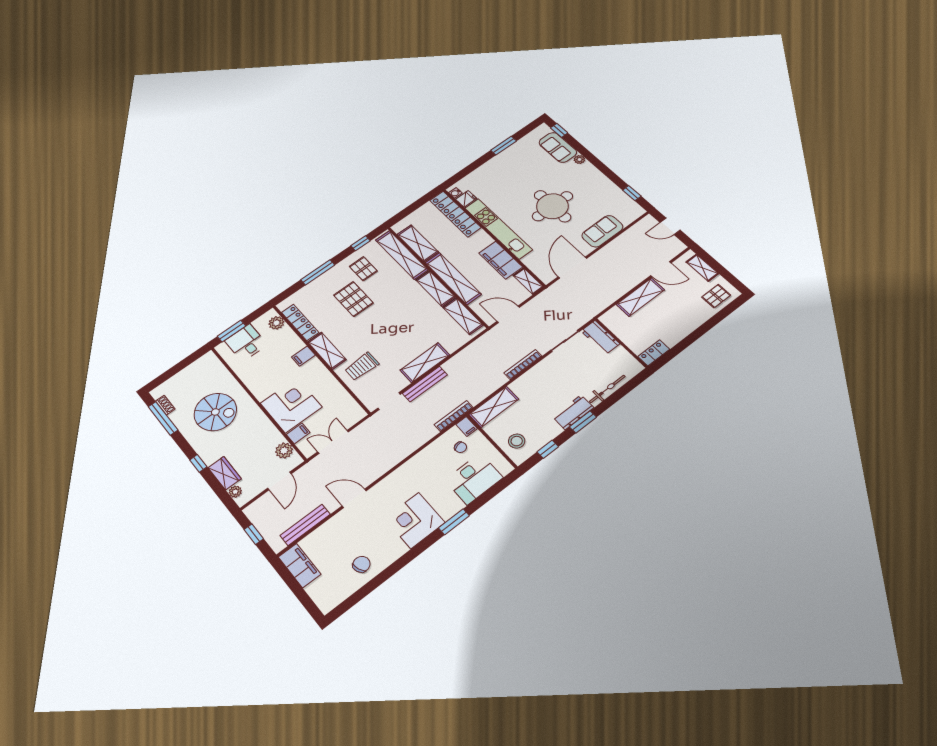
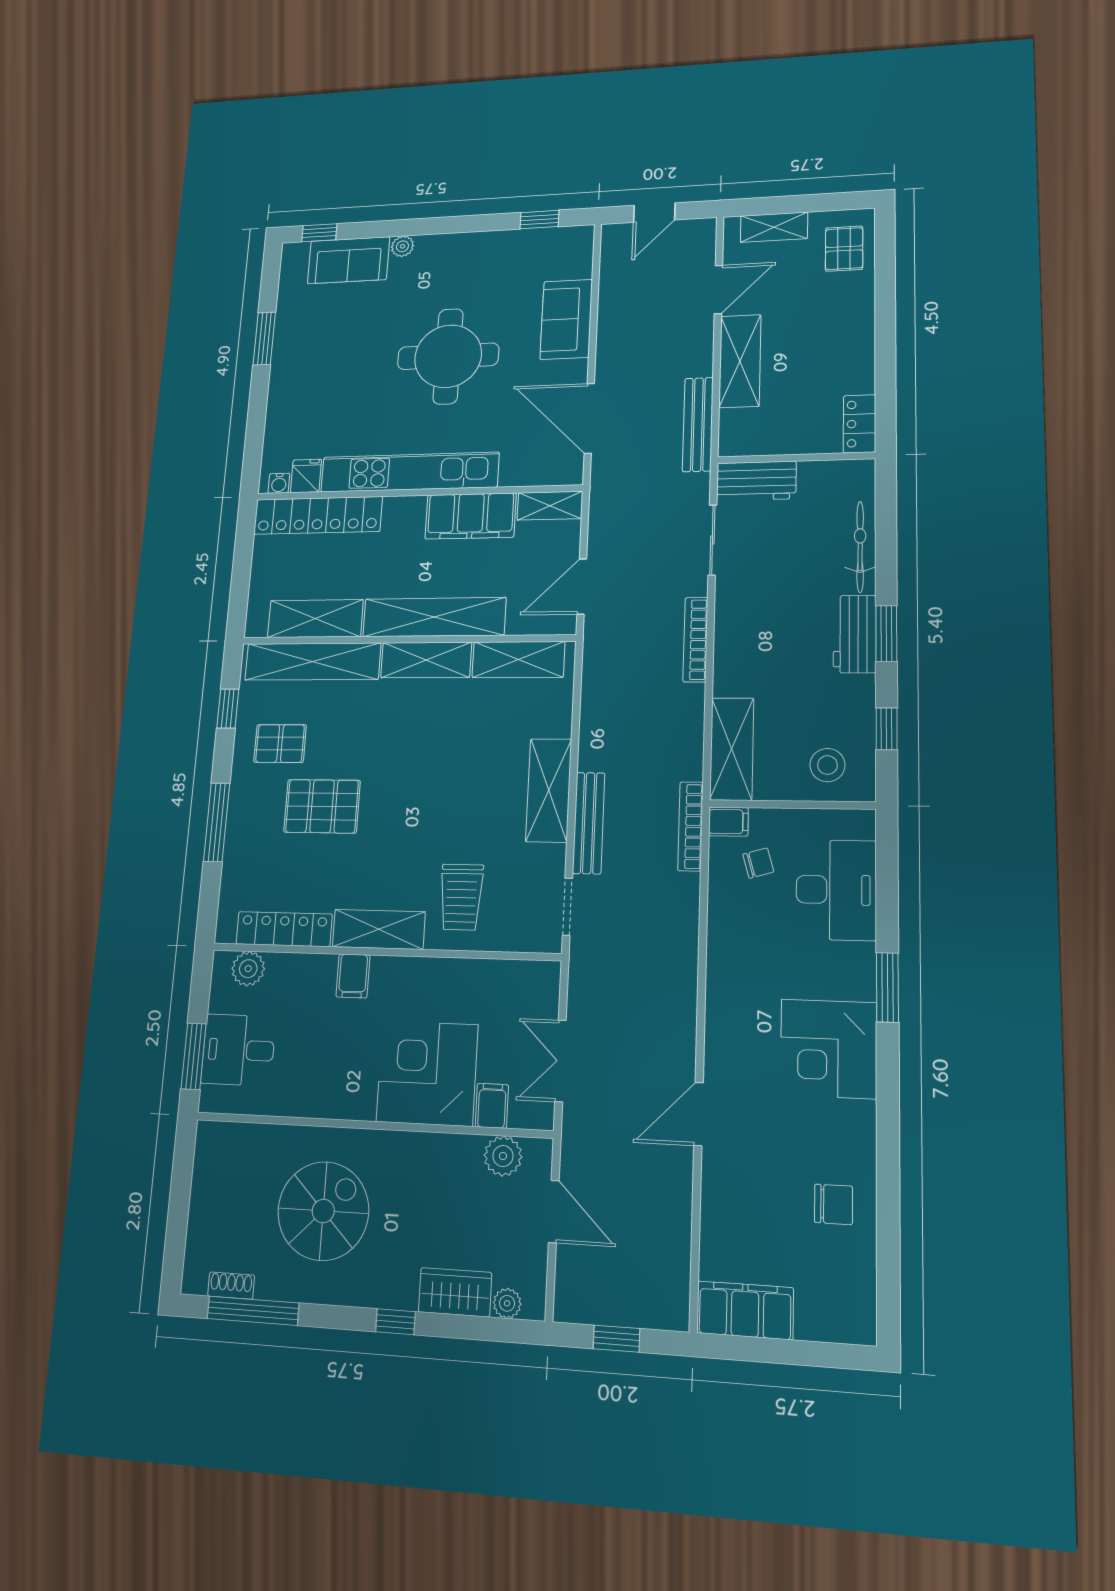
bench: (305, 525) -> (698, 424), moved
chair: (361, 564) -> (834, 1204), turned 111

